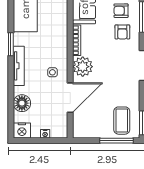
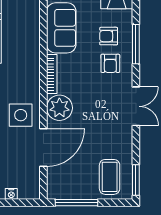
side table: (52, 72) -> (21, 115), width x1.87, depth x1.87
window: (117, 141) -> (76, 203), moved

